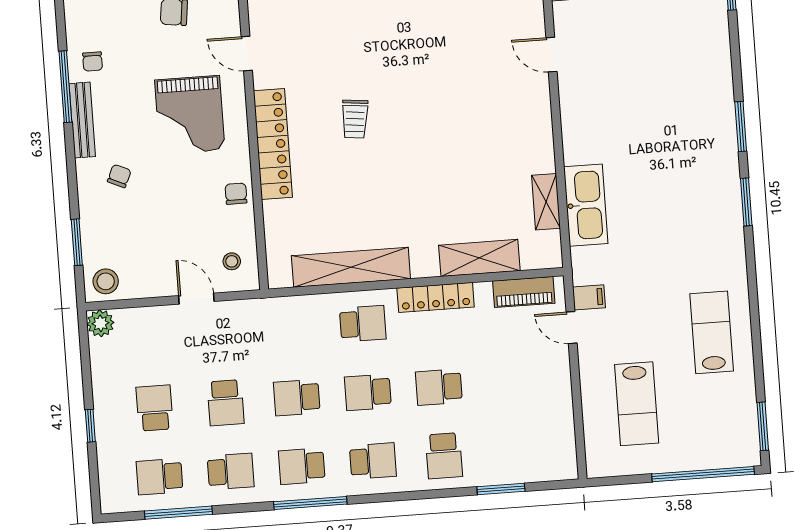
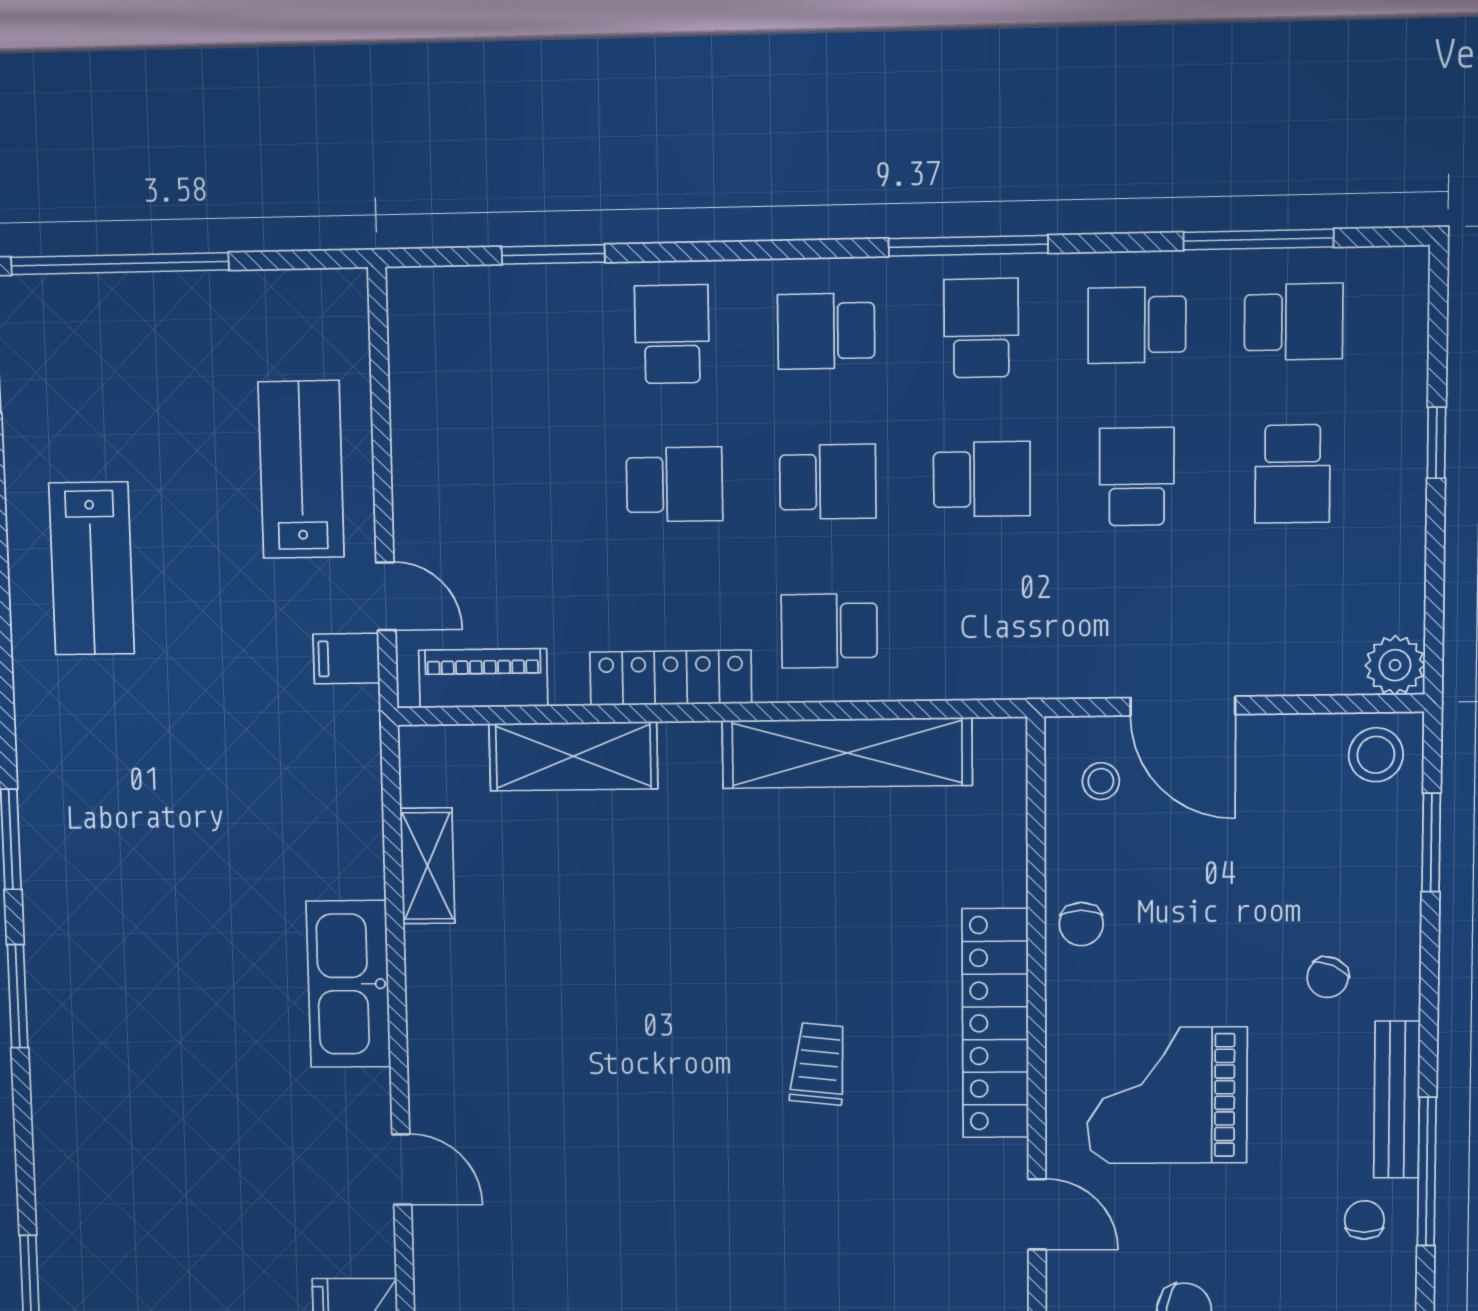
grand piano: (190, 115) -> (1167, 1095), turned -90
kitchen sink: (586, 205) -> (348, 984), moved
door: (196, 299) -> (1183, 706), width x1.38
lab bench: (637, 404) -> (301, 470), moved
school desk: (302, 466) -> (981, 328), turned -90

